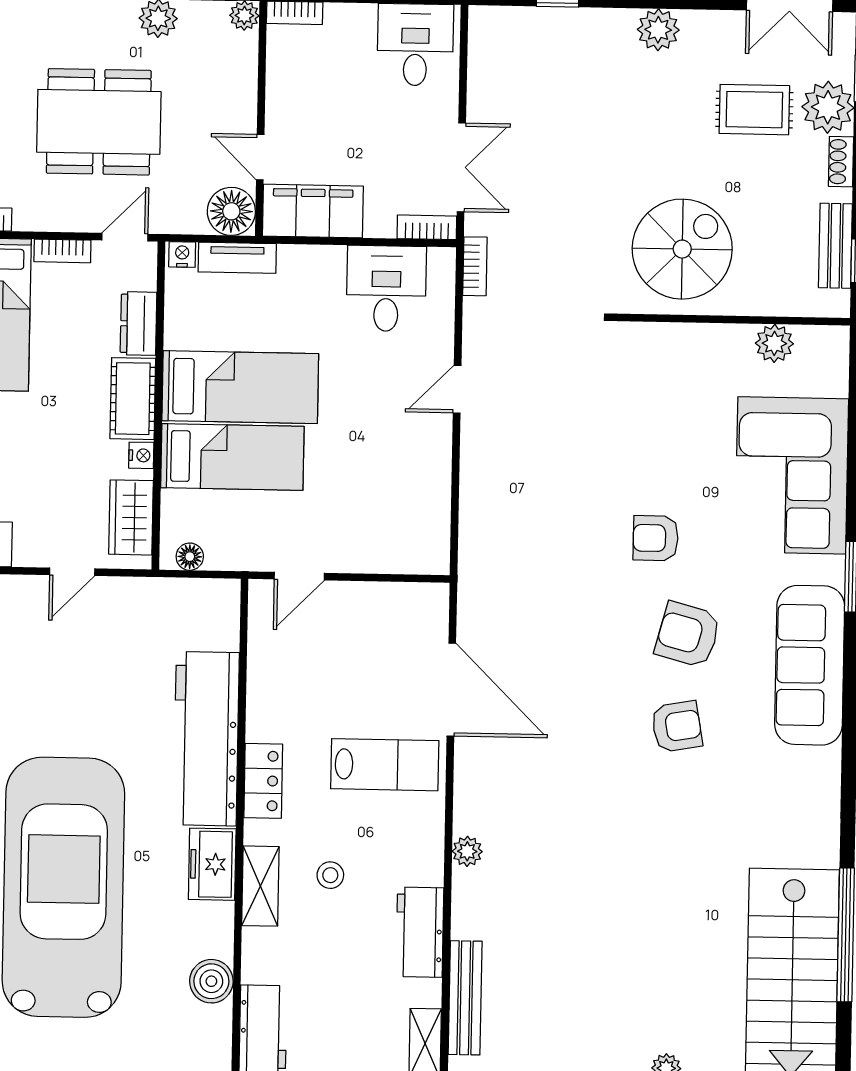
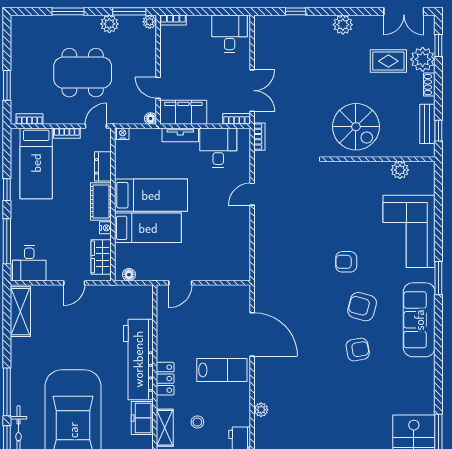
floor lamp: (231, 211) -> (151, 118), width x0.53, depth x0.53
spiral stairs: (682, 249) -> (356, 127), turned 90
tv unit: (237, 258) -> (180, 135), moved

